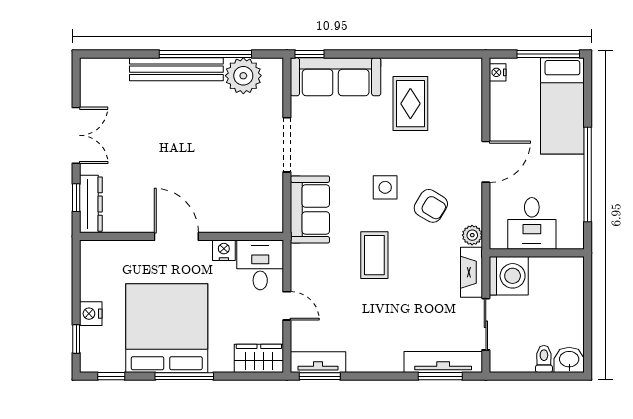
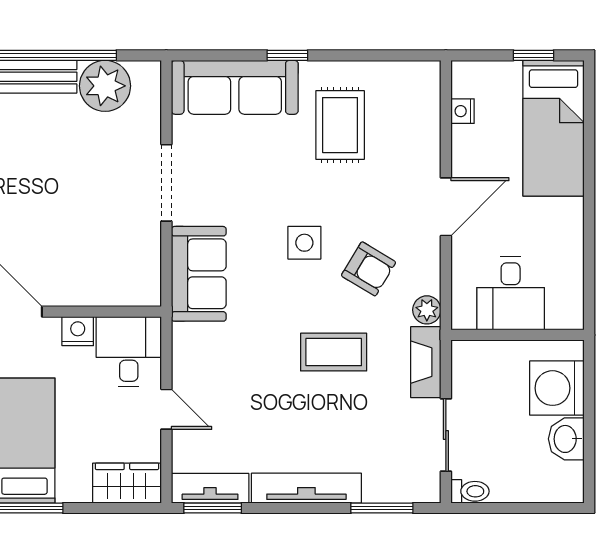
window: (310, 54) -> (287, 55), moved
window: (548, 54) -> (534, 55), width x0.46
nightstand: (498, 72) -> (463, 111), moved
window: (588, 175) -> (589, 225), removed
coffee table: (374, 255) -> (334, 352), moved, turned 90
washing machine: (509, 276) -> (557, 388), moved, turned 180
toilet: (544, 359) -> (470, 491), moved, turned 90
washbasin: (569, 360) -> (566, 439), moved, turned -90
tv unit: (443, 362) -> (306, 488), moved

